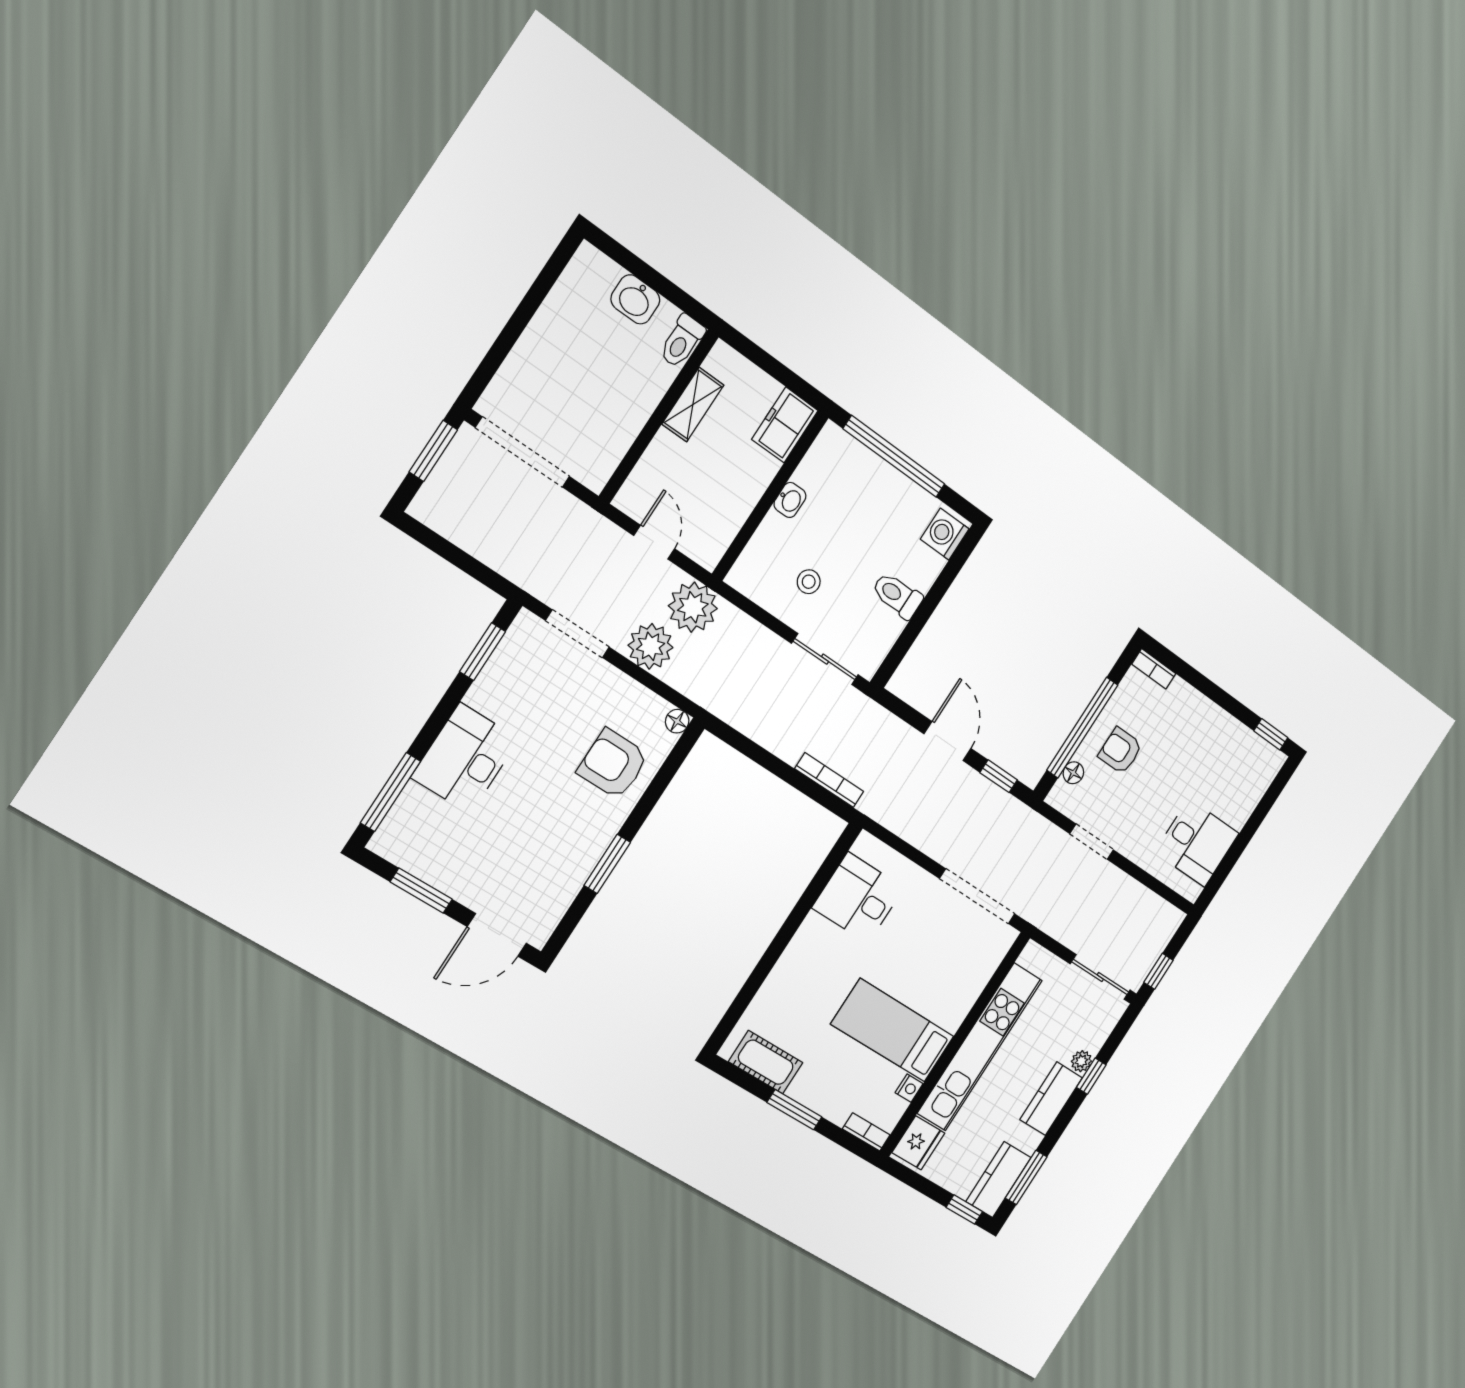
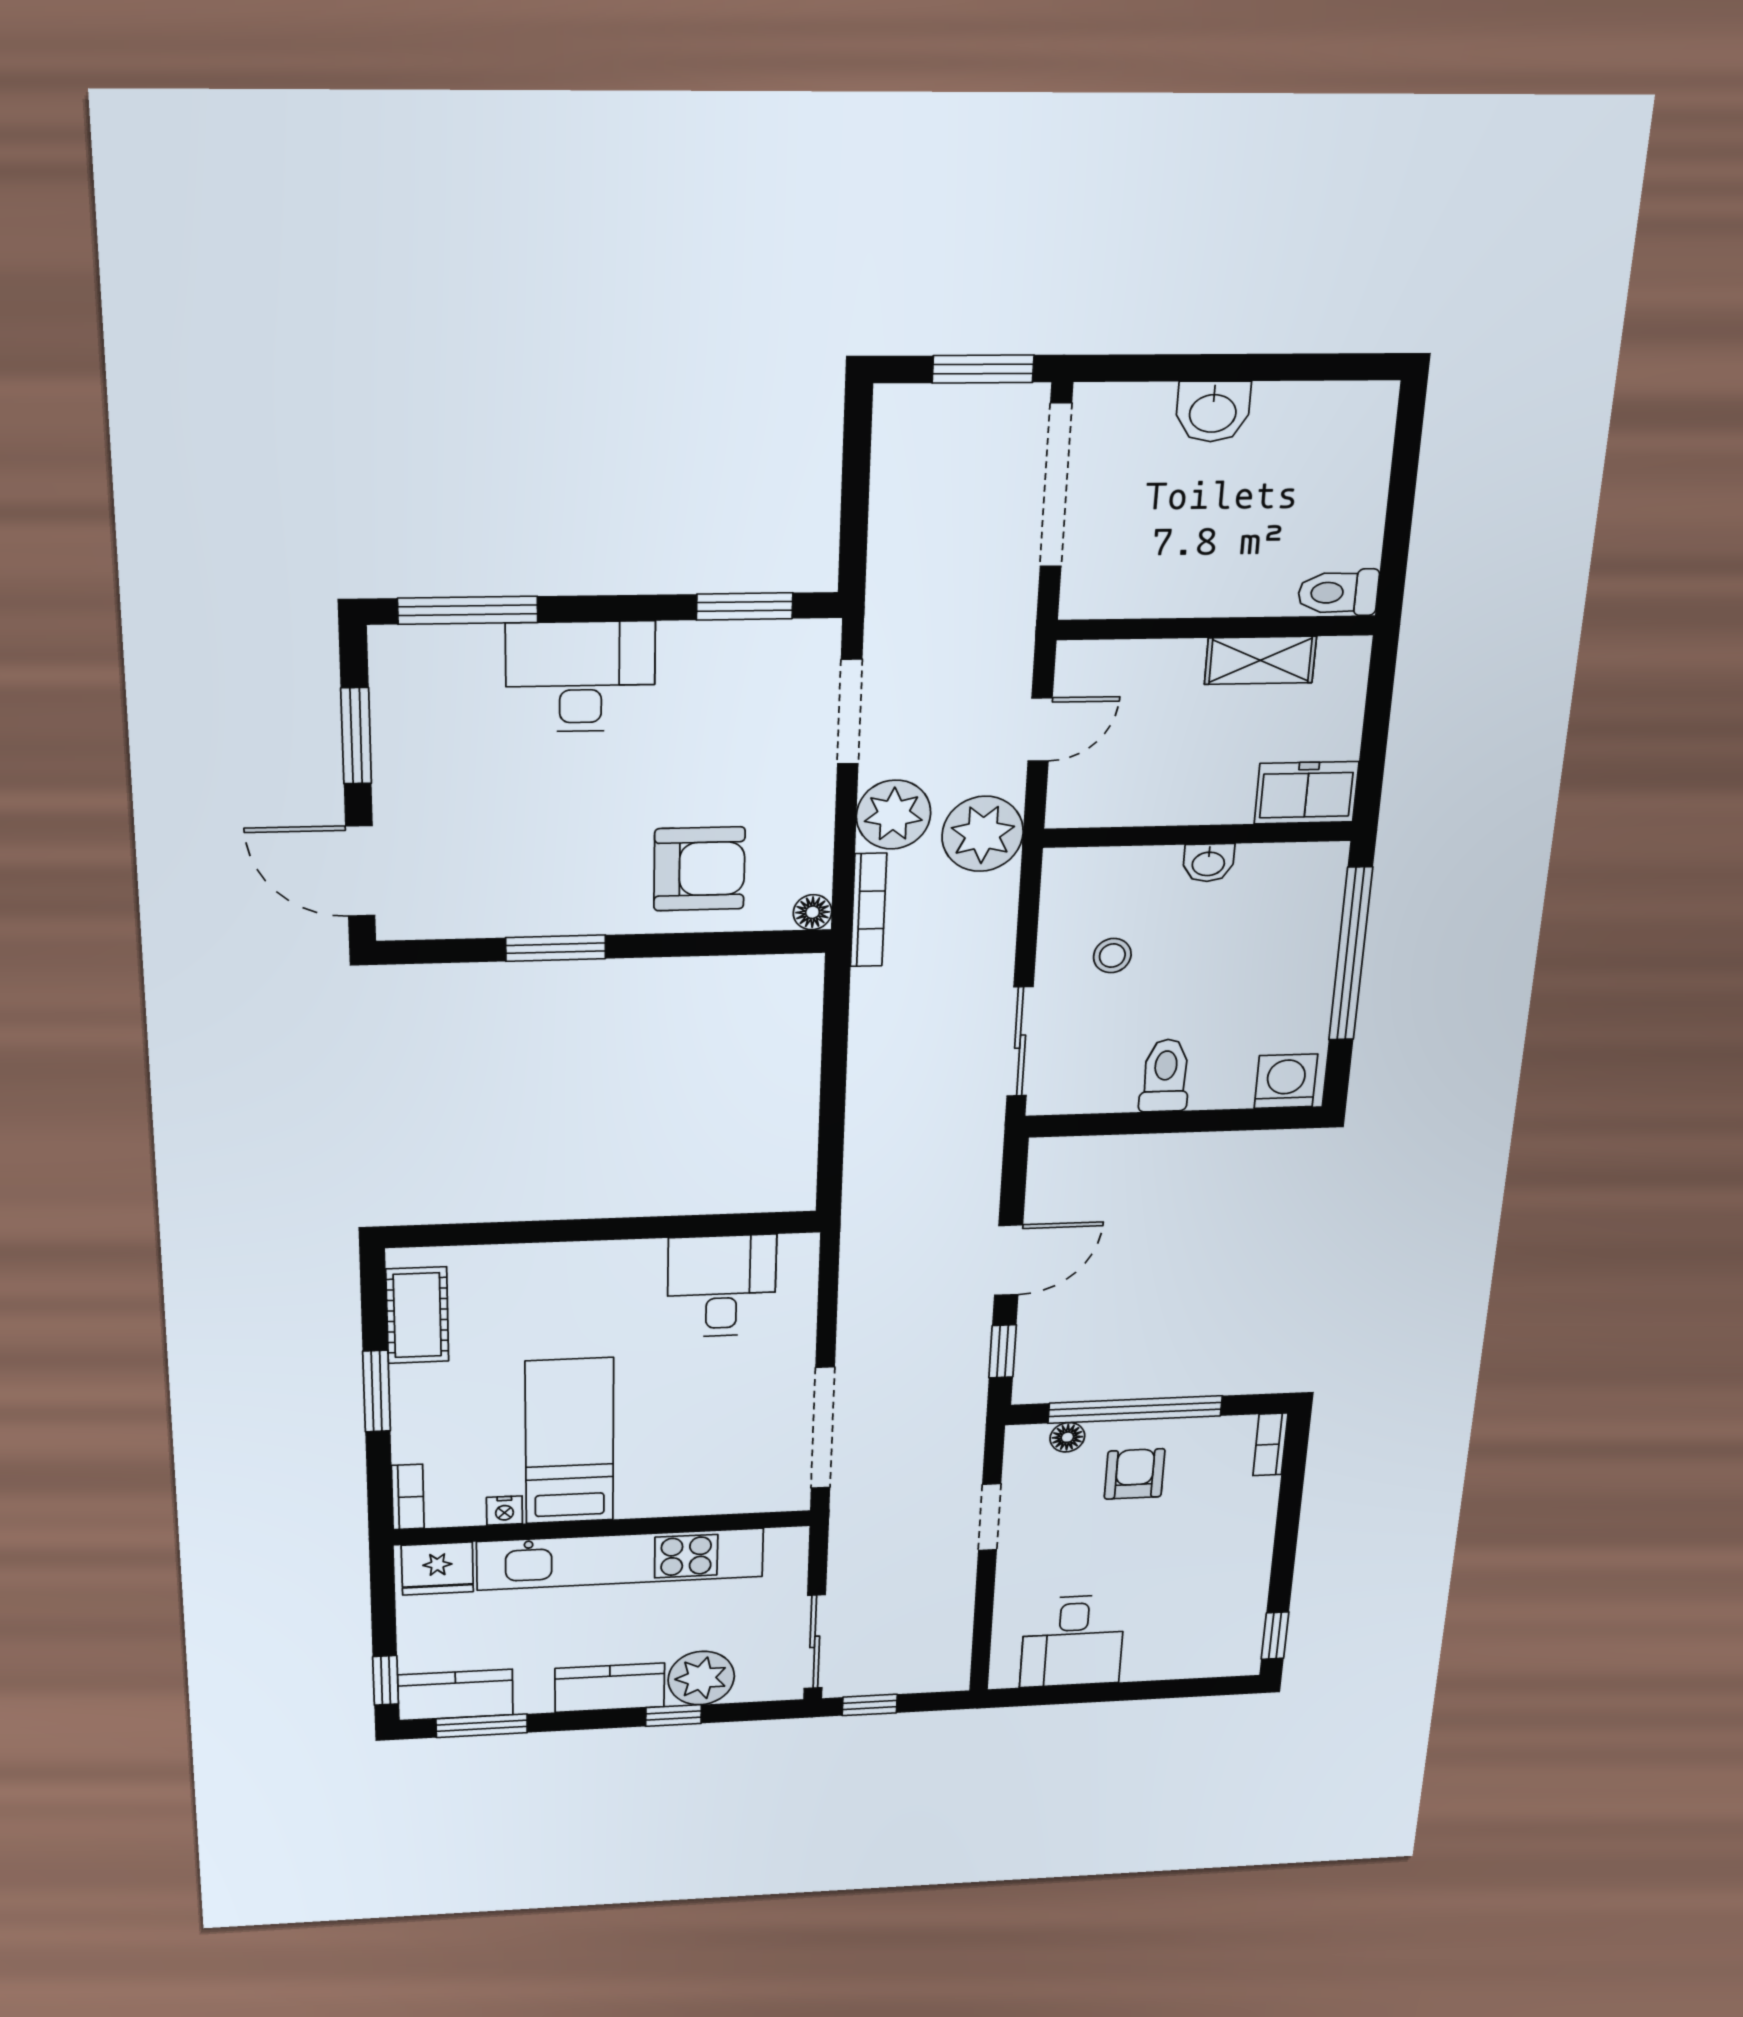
washbasin: (635, 299) -> (1213, 412), moved, turned -90
armchair: (613, 764) -> (699, 869), turned 90
bookcase: (829, 780) -> (868, 910), moved
plant: (1081, 1061) -> (701, 1678), width x1.88, depth x1.88

